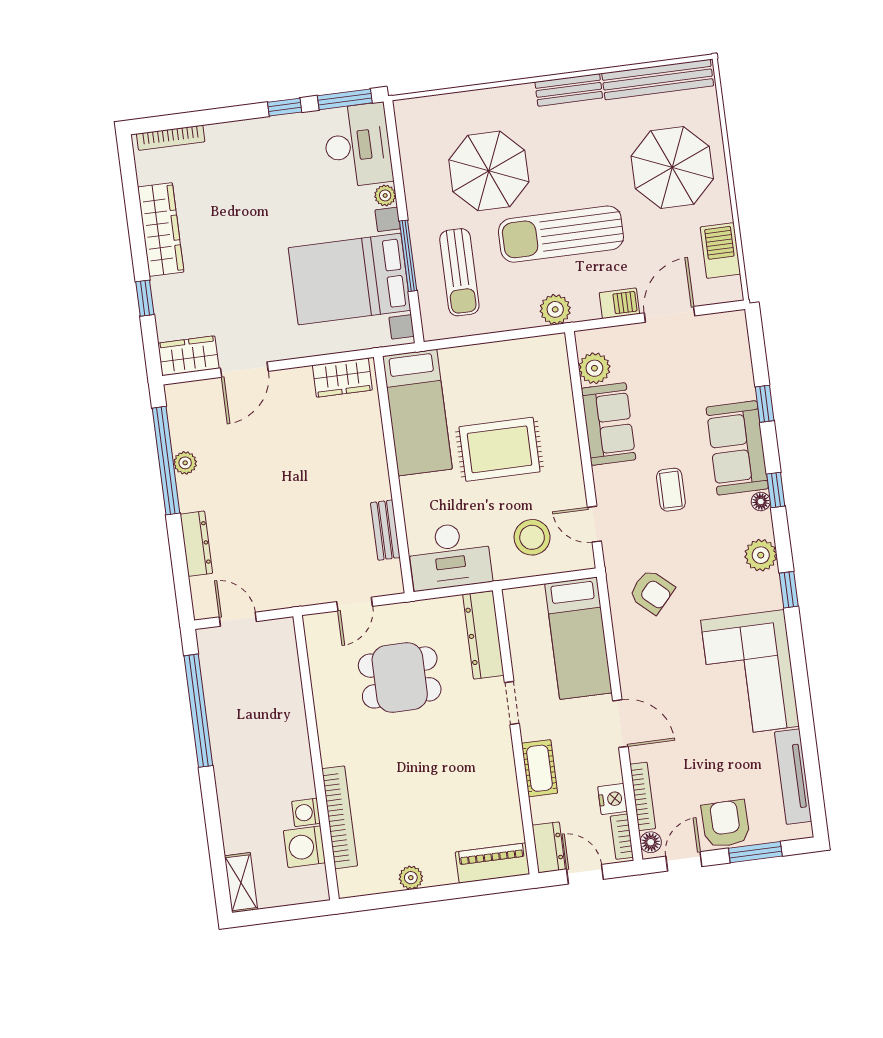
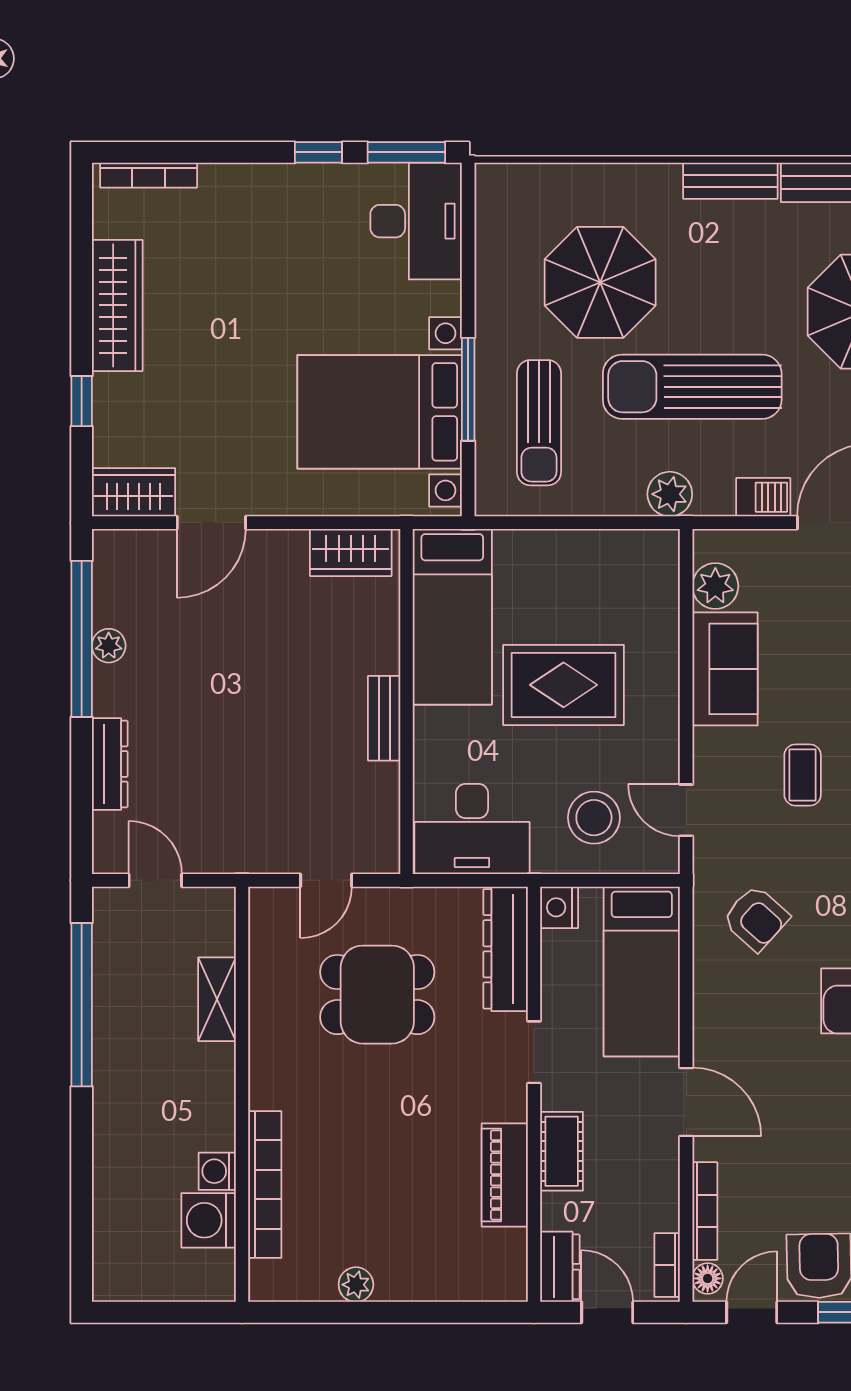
plant: (385, 195) -> (446, 298), removed
bench: (385, 530) -> (384, 718), moved
nightstand: (613, 799) -> (559, 907), moved, turned 180
piano: (493, 863) -> (505, 1175), moved, turned -90
shelving: (241, 883) -> (217, 999), moved

